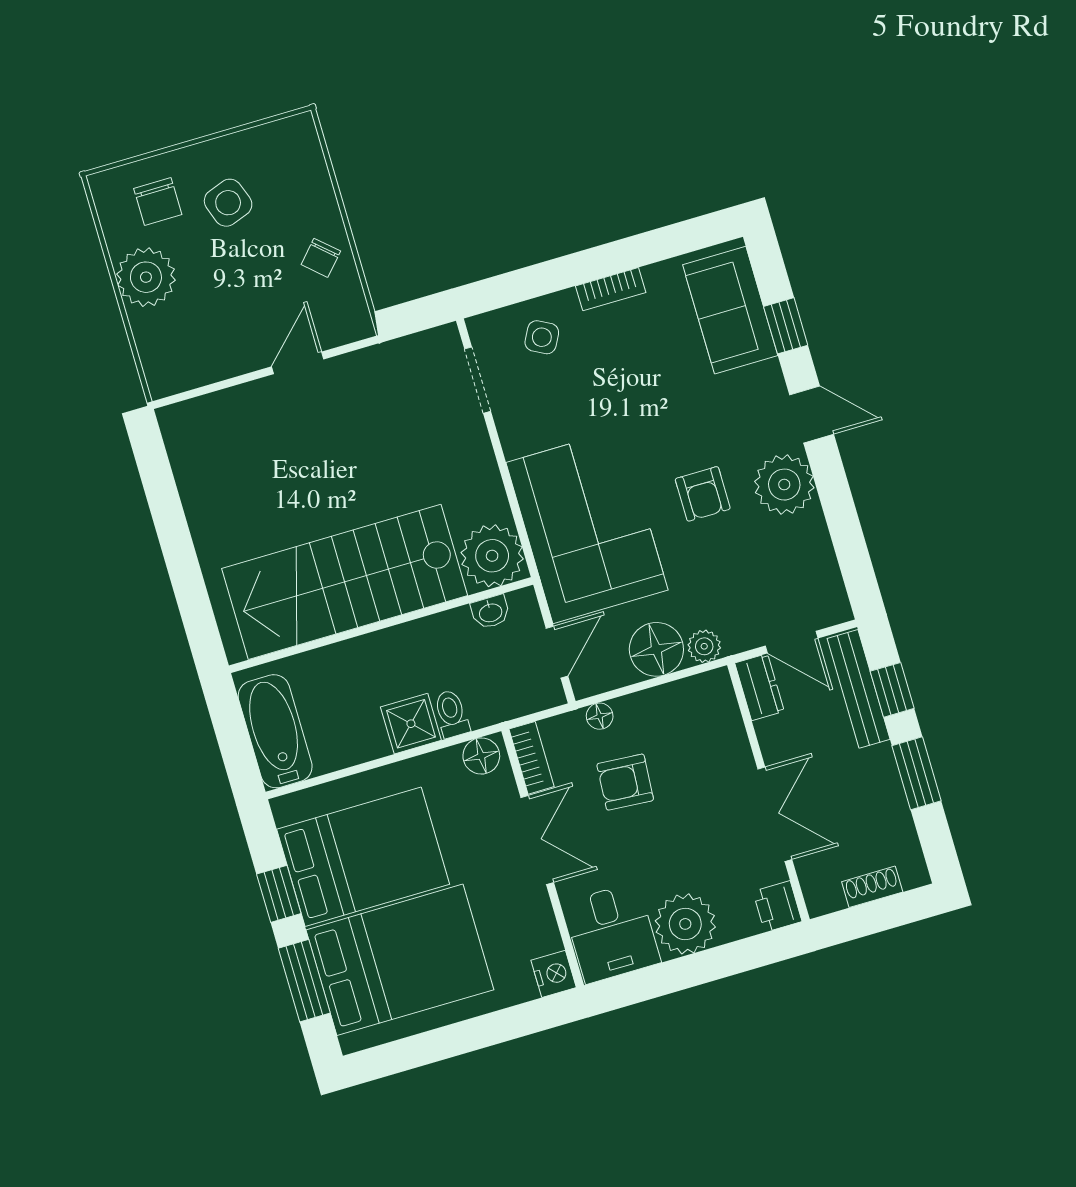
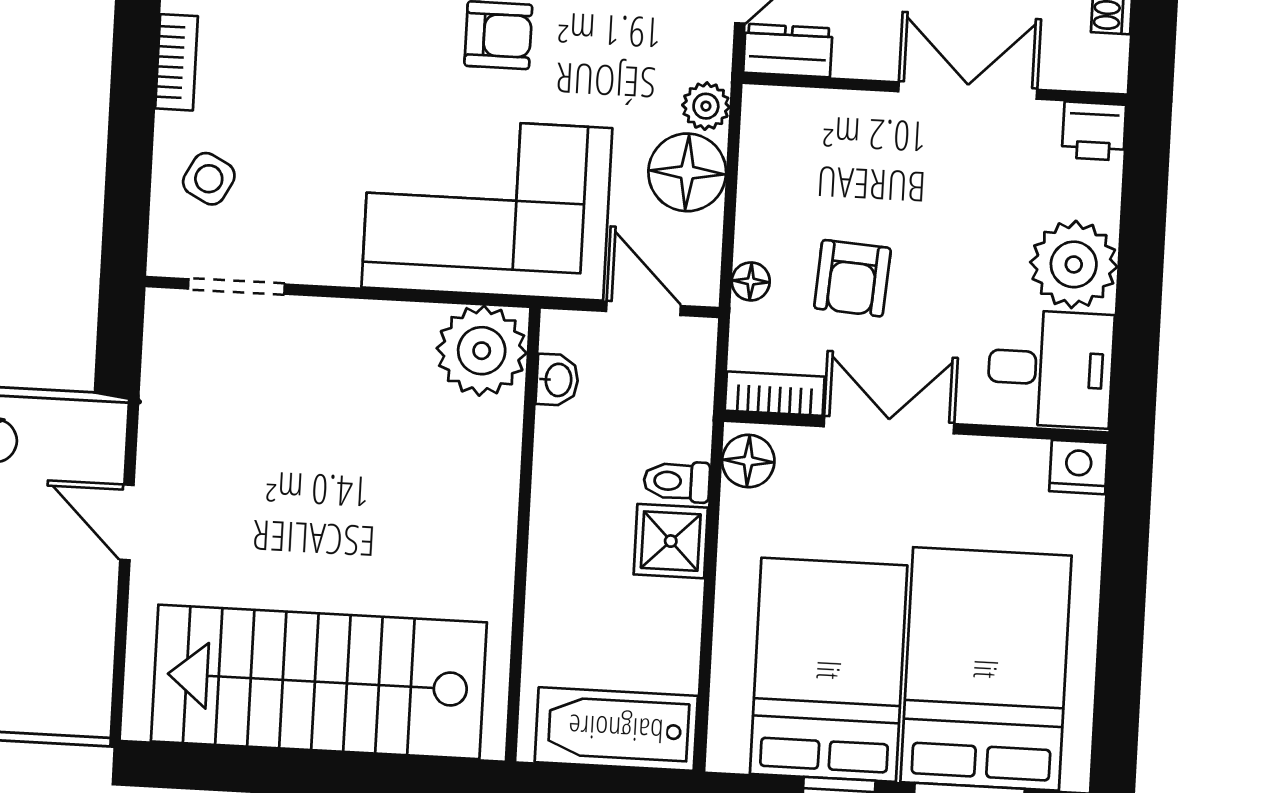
stairs: (345, 582) -> (319, 682), moved, turned 90

